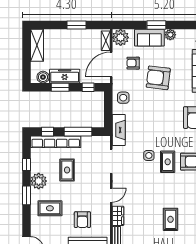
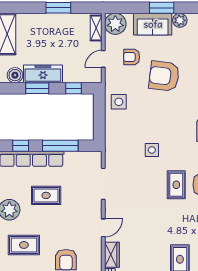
door: (111, 64) -> (103, 59), width x0.53
fireplace: (119, 130) -> (113, 144), removed
side table: (149, 155) -> (152, 150), moved
rug: (67, 170) -> (46, 195), turned 90

